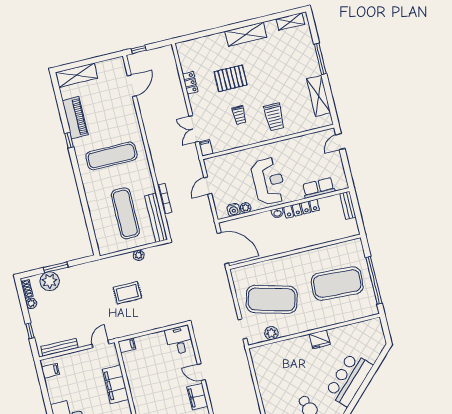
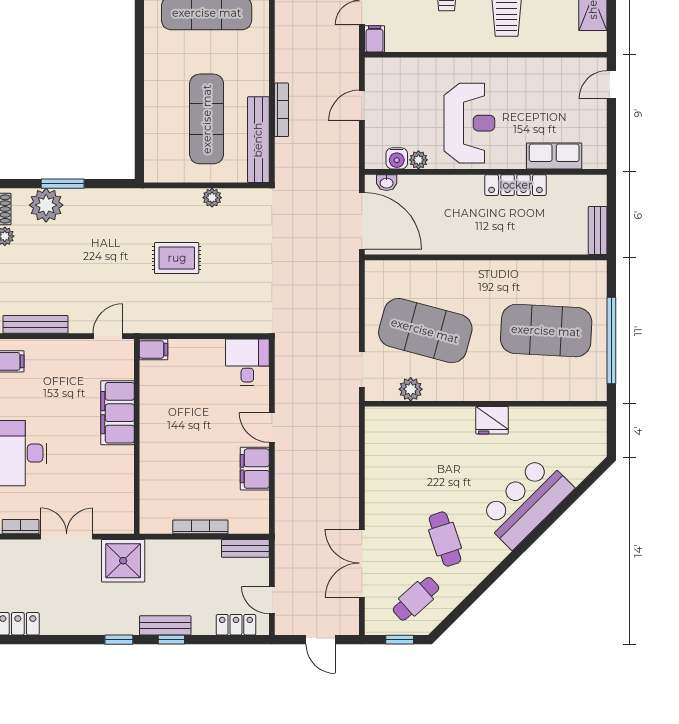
bench: (348, 205) -> (598, 231), moved
washbasin: (277, 213) -> (387, 183), moved

